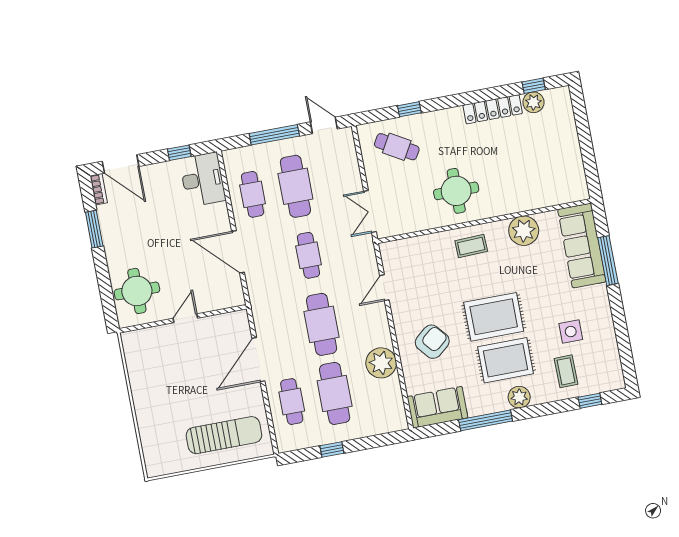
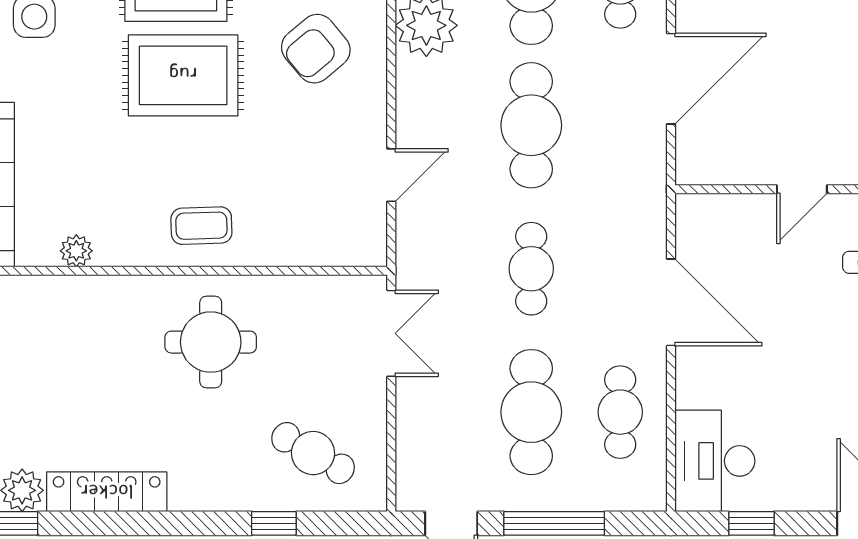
plant: (524, 231) -> (76, 251), width x0.53, depth x0.53

